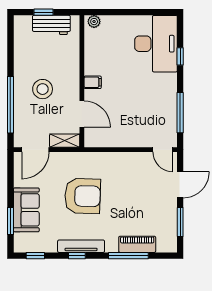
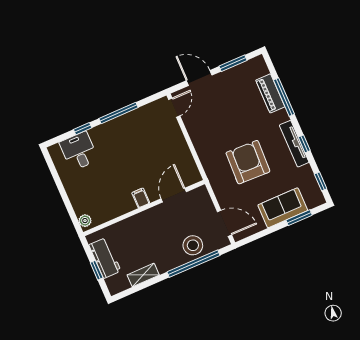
desk: (156, 44) -> (79, 151), width x0.53, depth x0.77
stool: (43, 89) -> (193, 245), moved
window: (180, 113) -> (118, 113), moved
shelving: (65, 141) -> (143, 275), moved, turned 90

